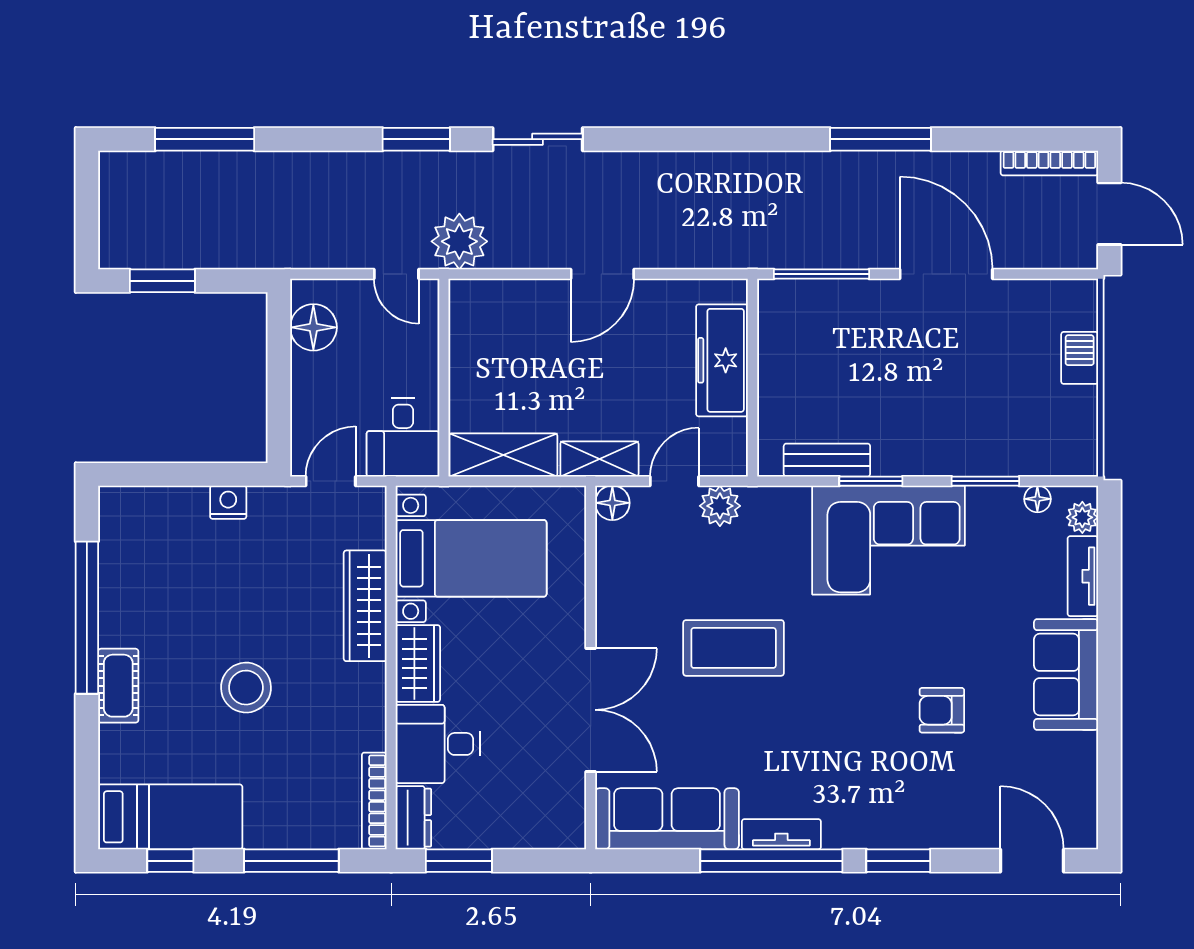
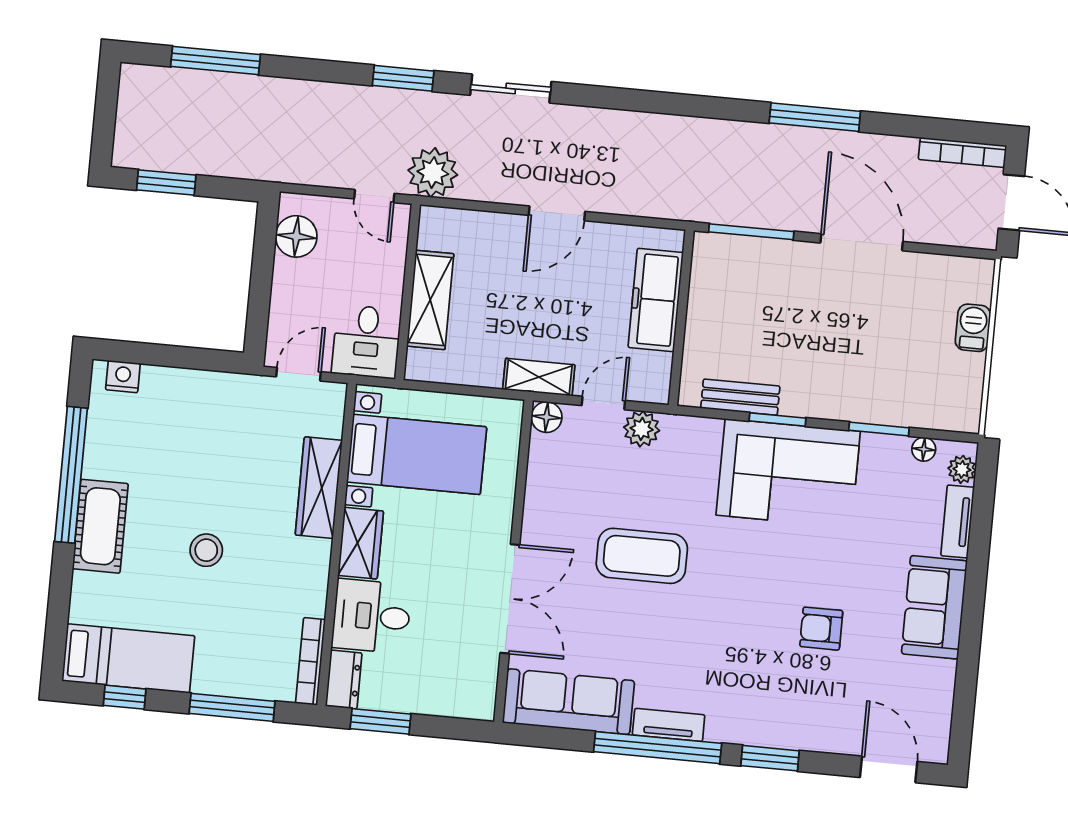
shelving: (503, 455) -> (430, 300), moved, turned 90
nightstand: (228, 502) -> (123, 377), moved
cot: (118, 686) -> (100, 526), width x1.37, depth x1.34
stool: (246, 688) -> (206, 550), width x0.73, depth x0.73

